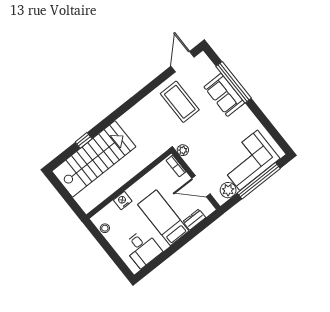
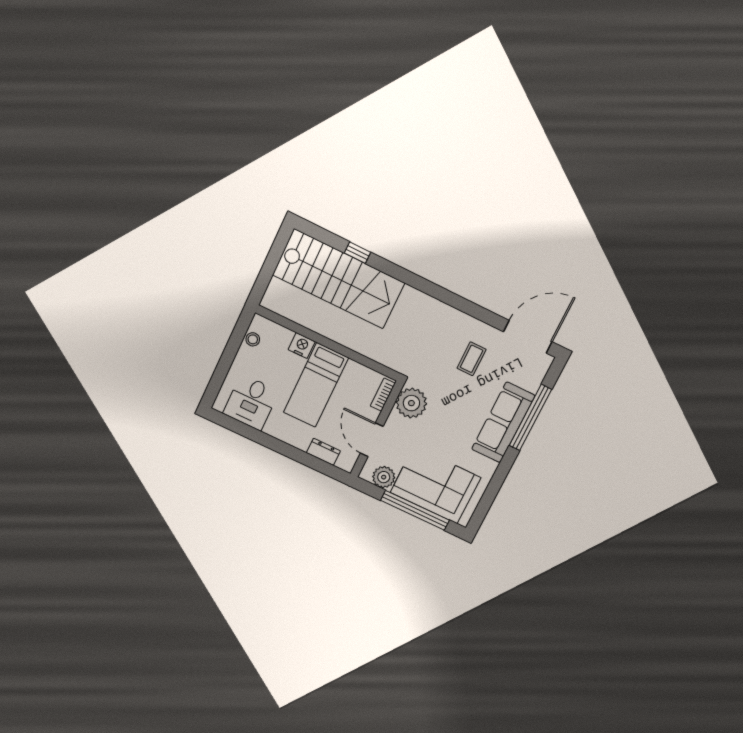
door: (183, 62) -> (528, 337), width x1.36
sofa: (224, 95) -> (503, 422), width x1.36
coffee table: (180, 102) -> (472, 359), width x0.54, depth x0.58
plant: (183, 150) -> (411, 403), width x1.88, depth x1.88
bed: (163, 218) -> (316, 385), moved, turned 180

